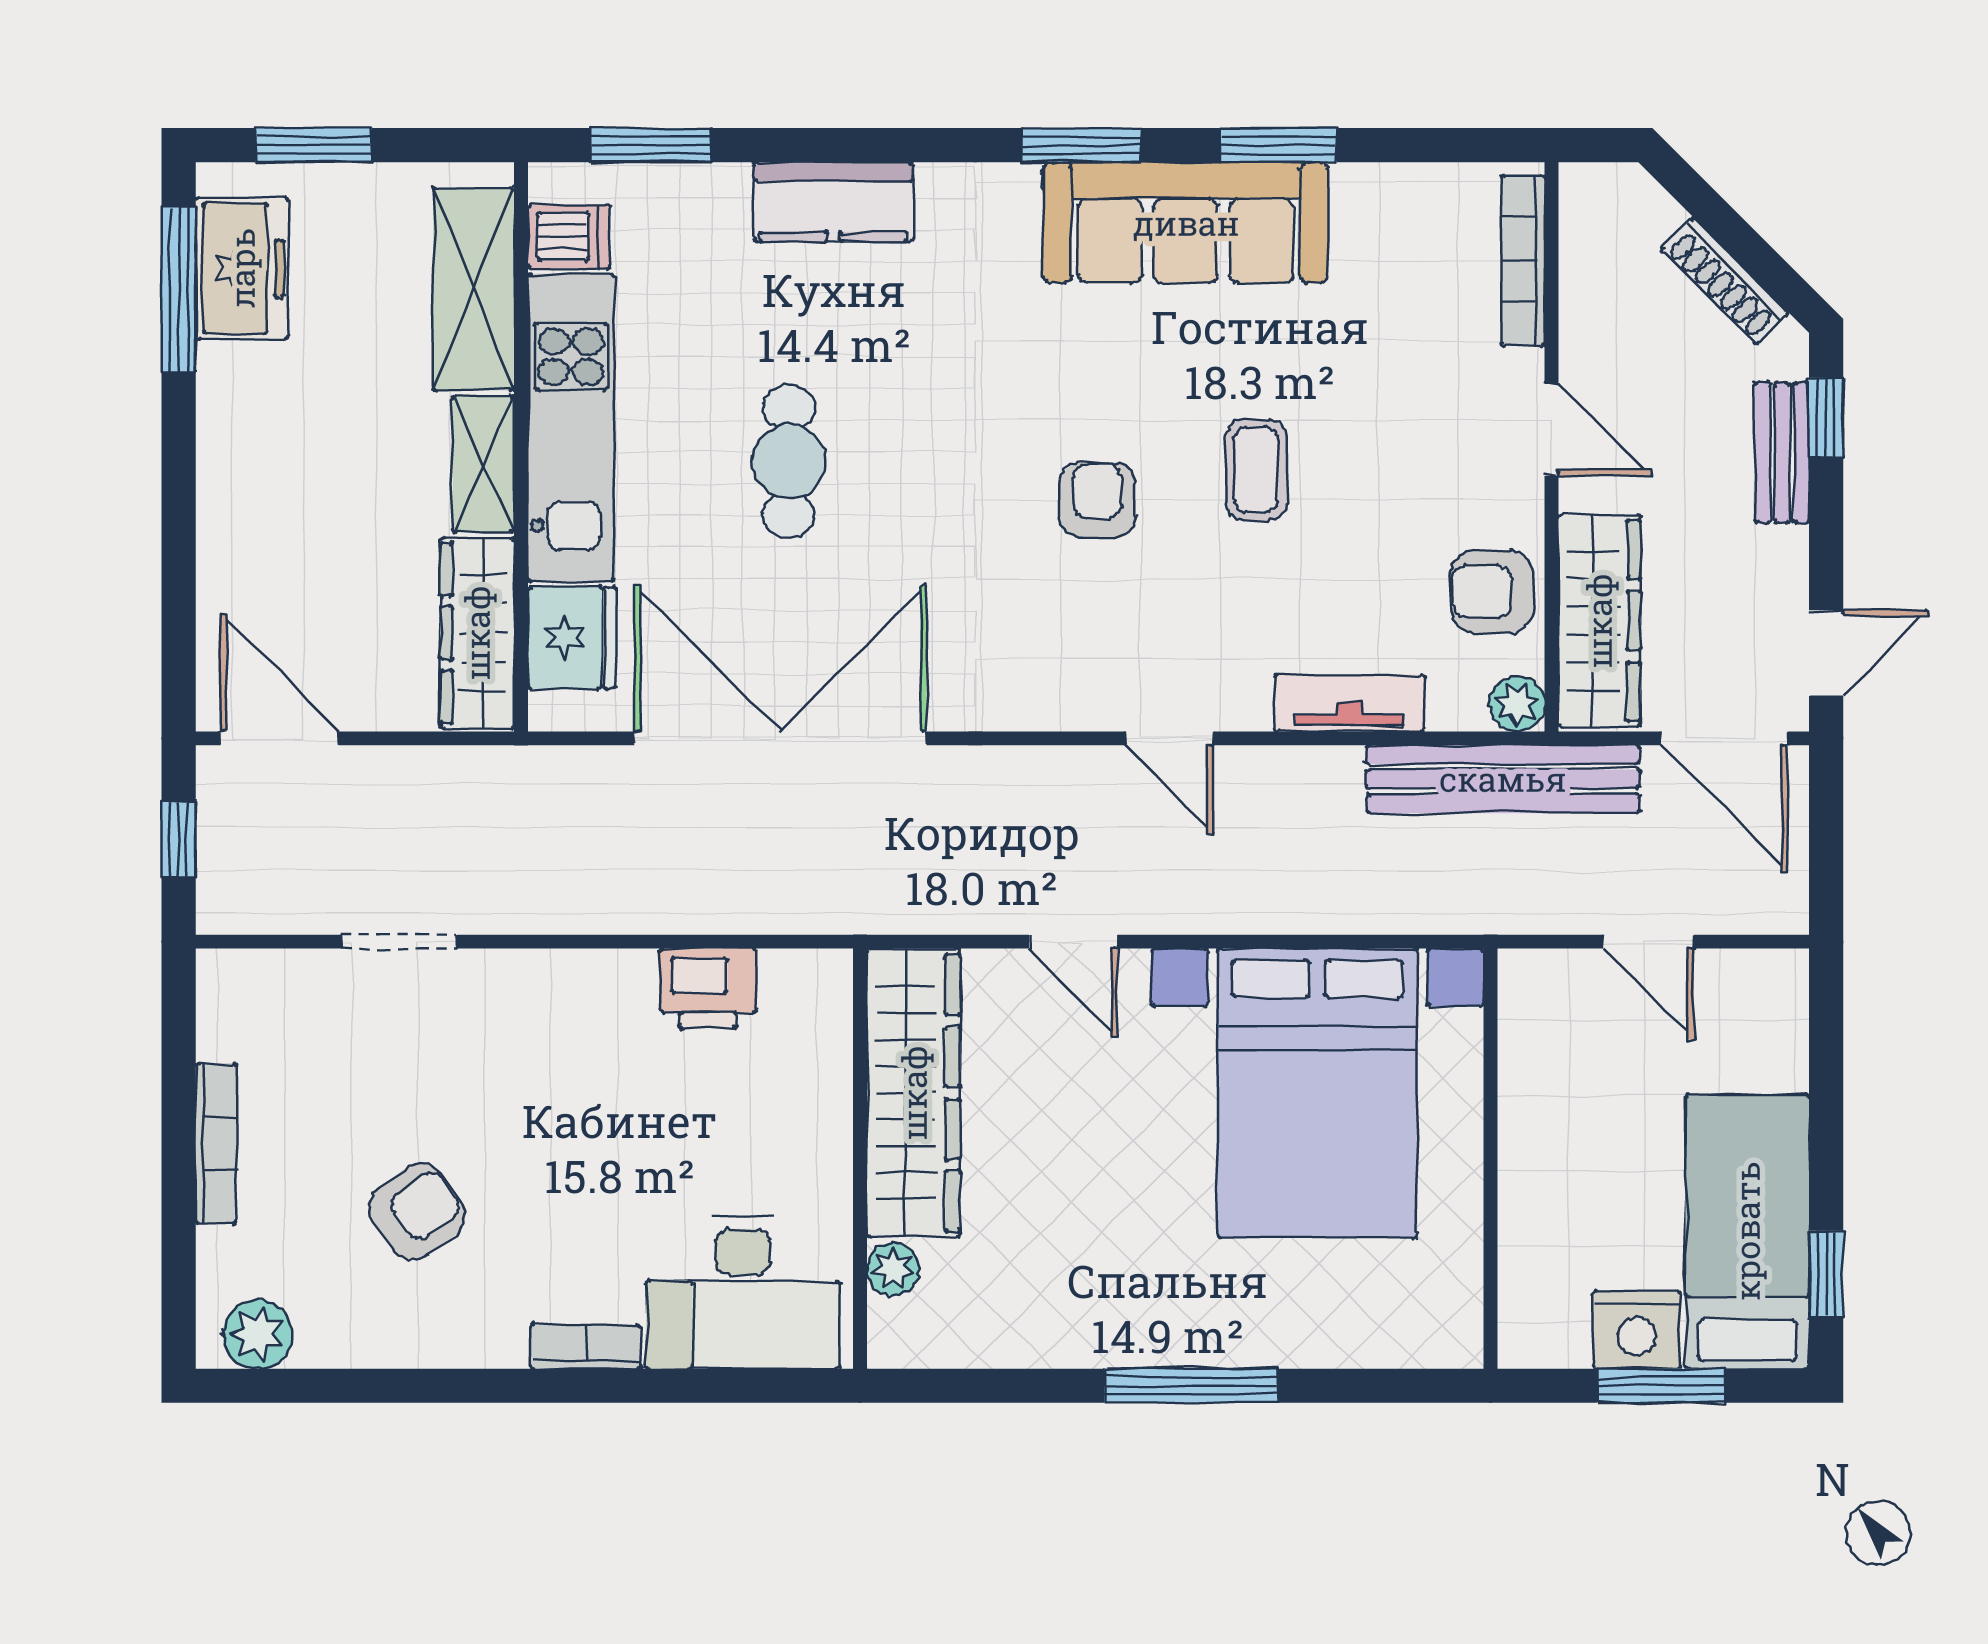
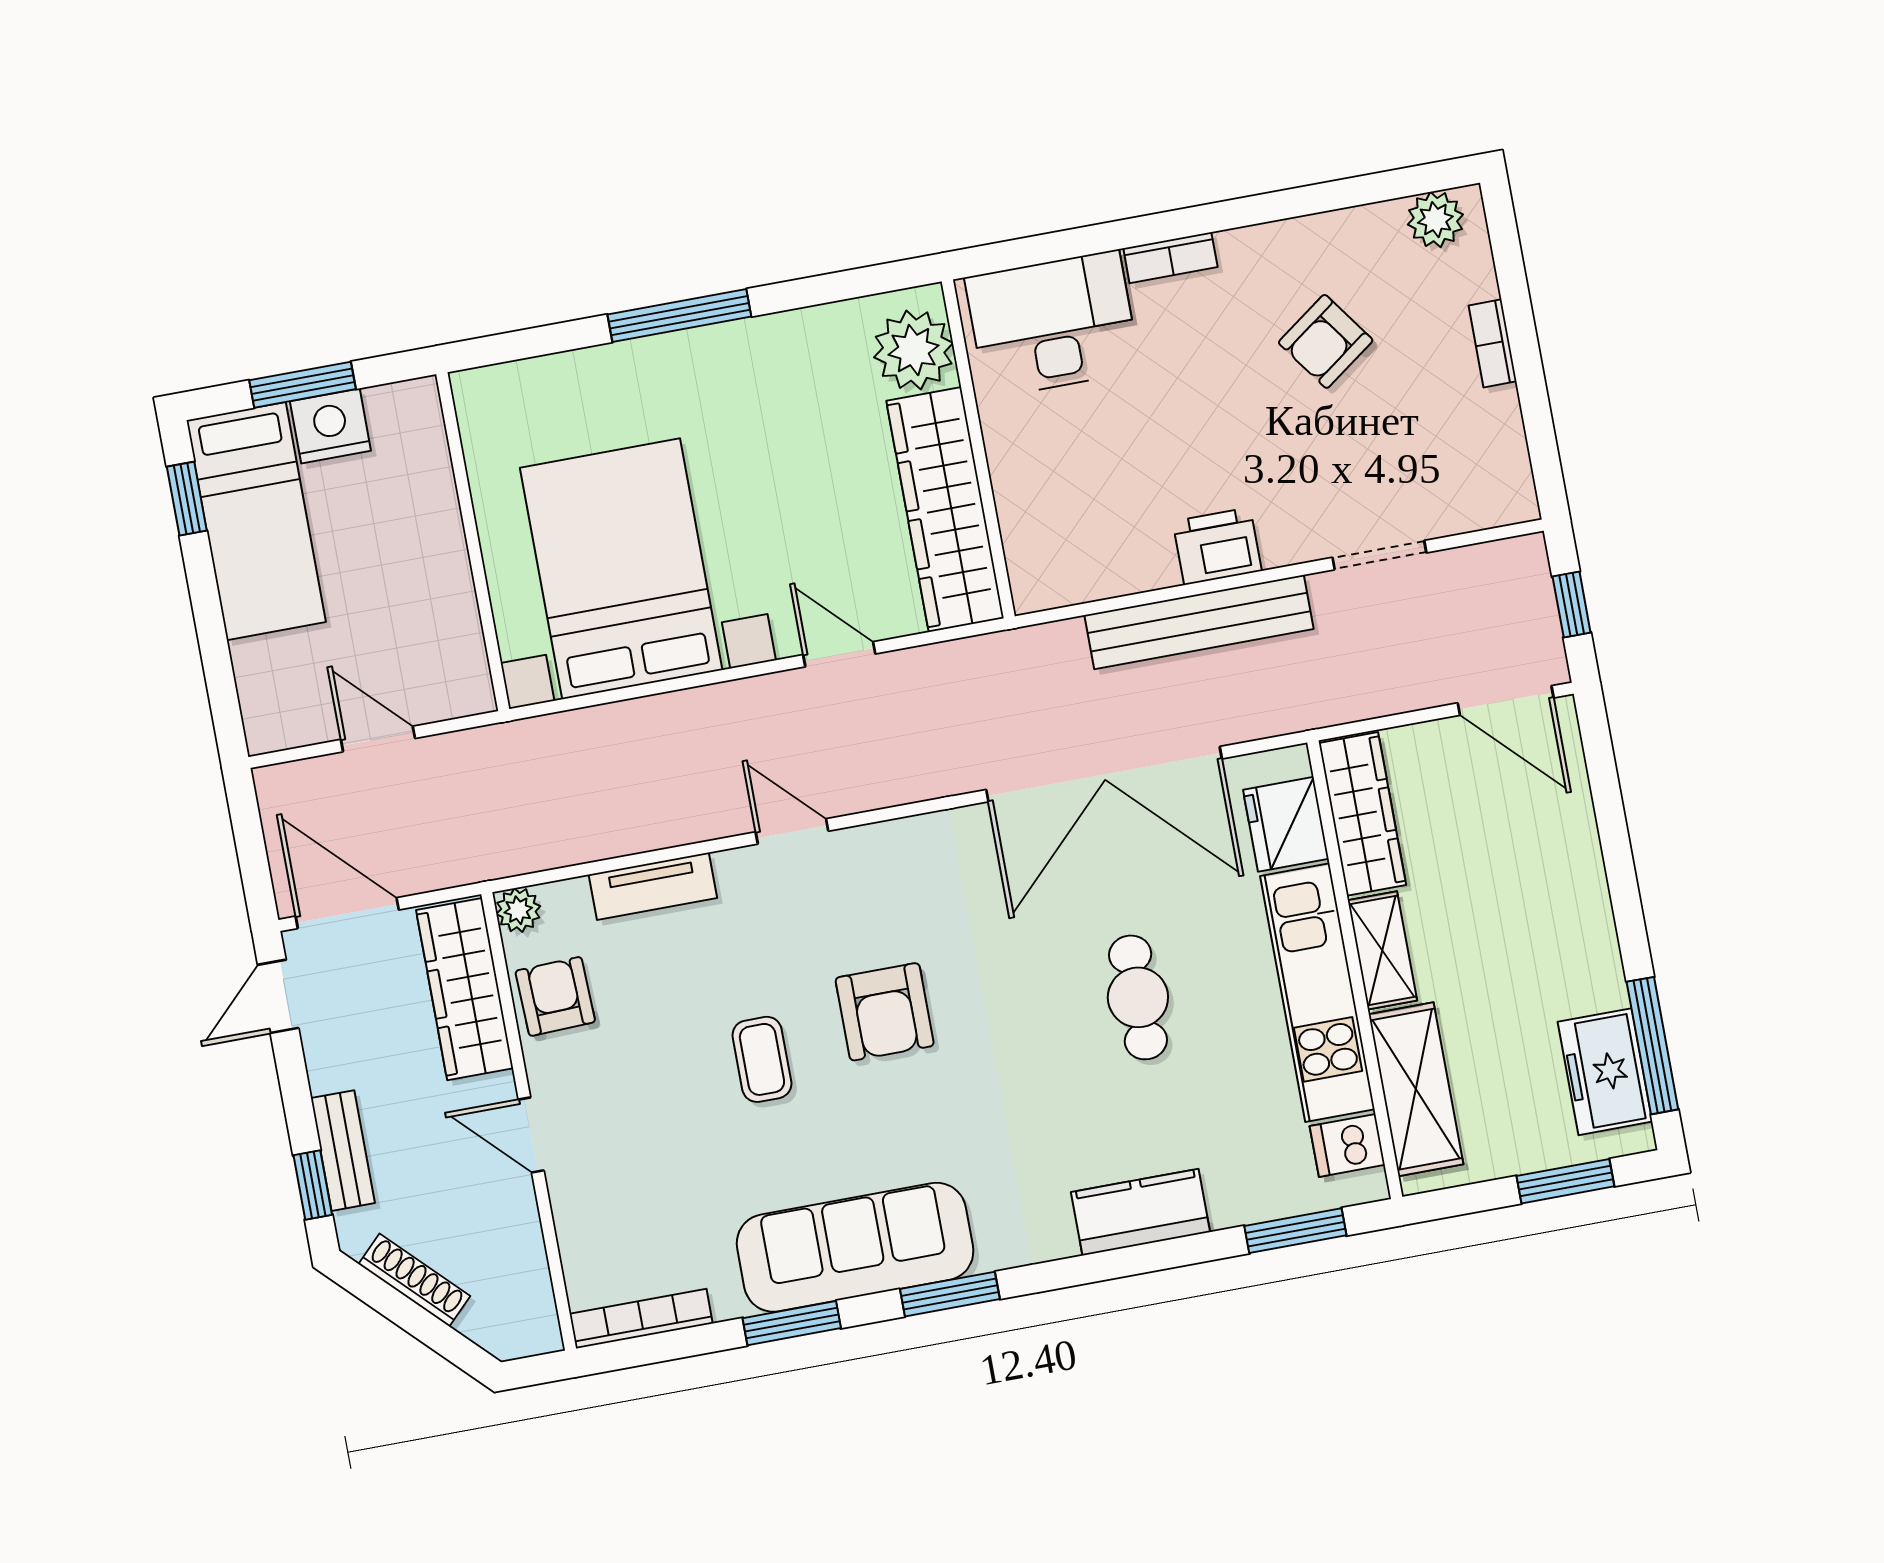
bookcase: (1523, 261) -> (641, 1319), moved, turned -90
armchair: (1098, 500) -> (885, 1012), width x1.38, depth x1.38
armchair: (1492, 592) -> (555, 996), turned -92
bench: (1503, 779) -> (1199, 622), moved
printer: (708, 988) -> (1217, 546), moved
bookcase: (216, 1143) -> (1493, 343), width x0.64
plant: (893, 1269) -> (914, 350), width x1.87, depth x1.87

